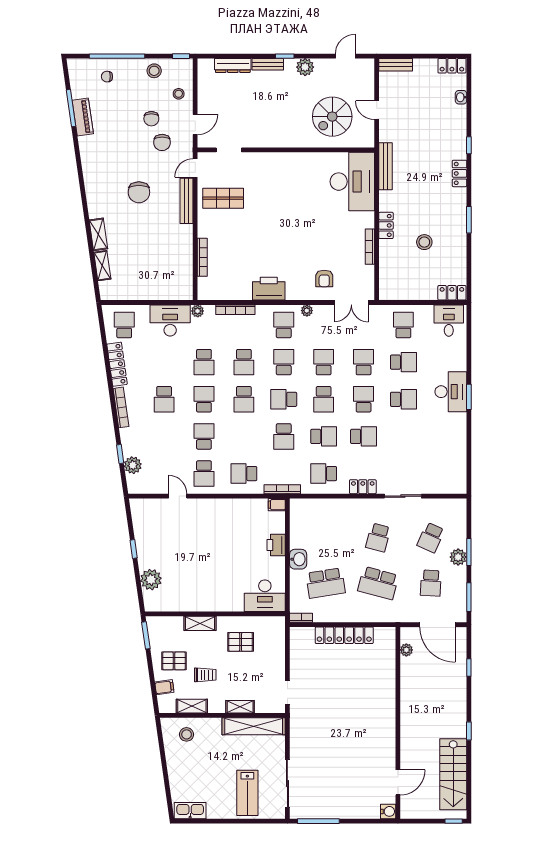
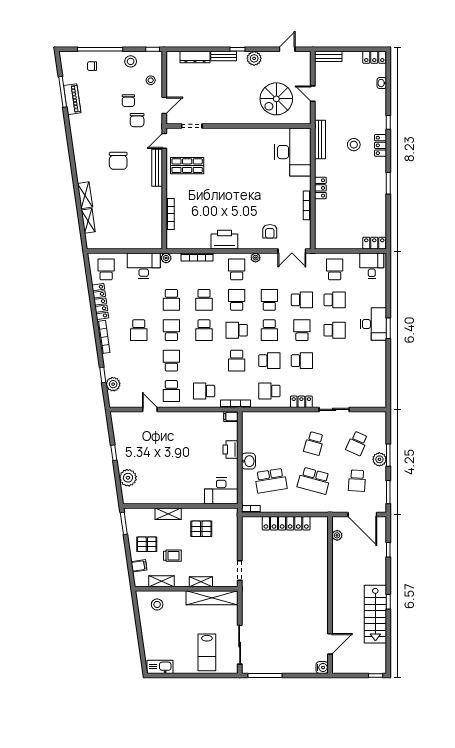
stool: (424, 242) -> (354, 145), moved
school desk: (364, 362) -> (302, 300), turned 90
stairs: (453, 774) -> (375, 614), moved

